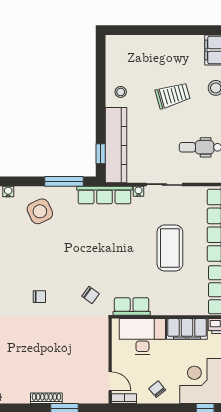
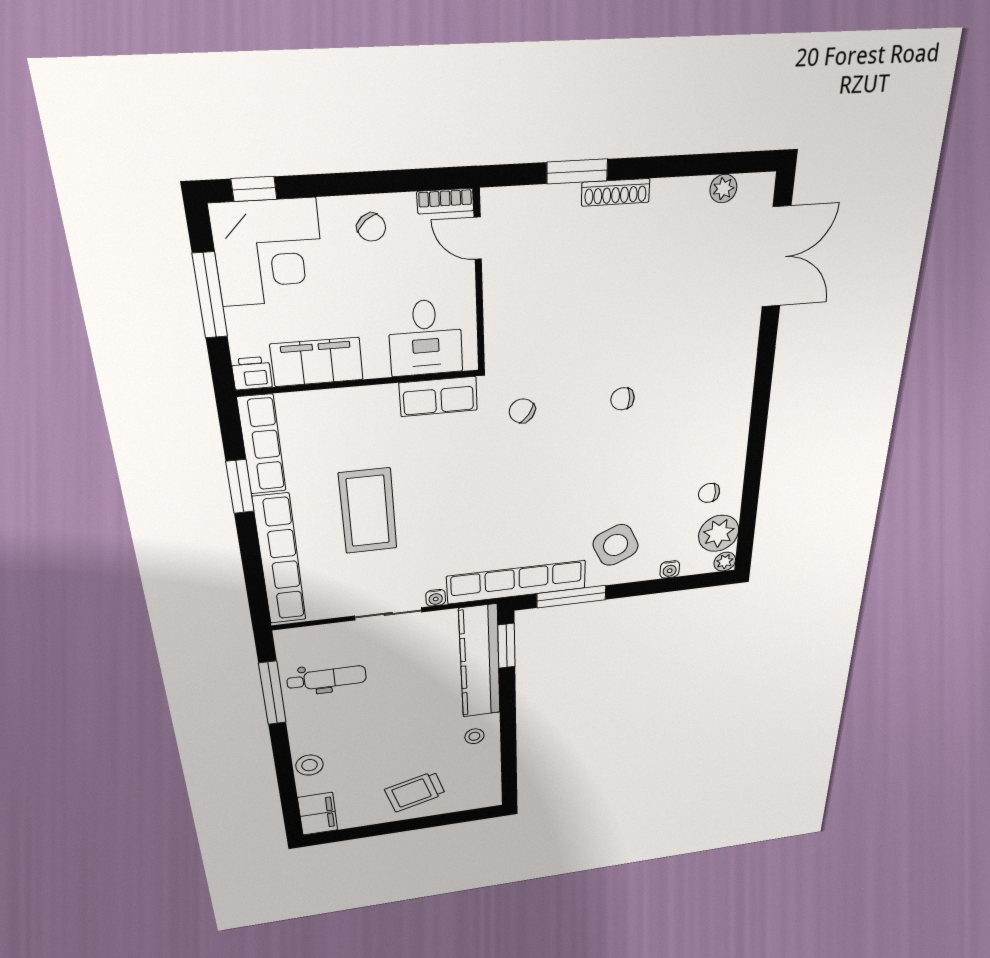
trolley: (173, 95) -> (415, 792), moved
window: (101, 154) -> (506, 646), width x1.50
row of seats: (105, 195) -> (517, 582), width x1.36
desk: (142, 337) -> (425, 338), width x0.73

